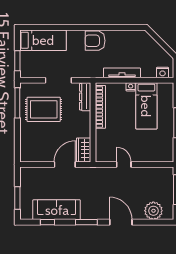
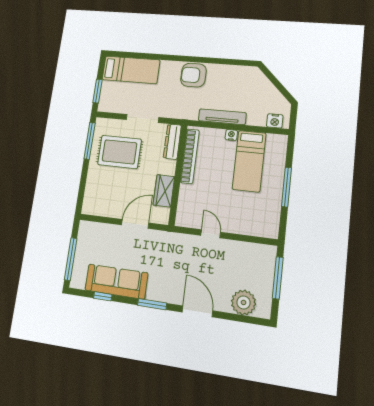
wardrobe: (84, 150) -> (164, 191), moved
window: (17, 198) -> (71, 259), width x1.44

